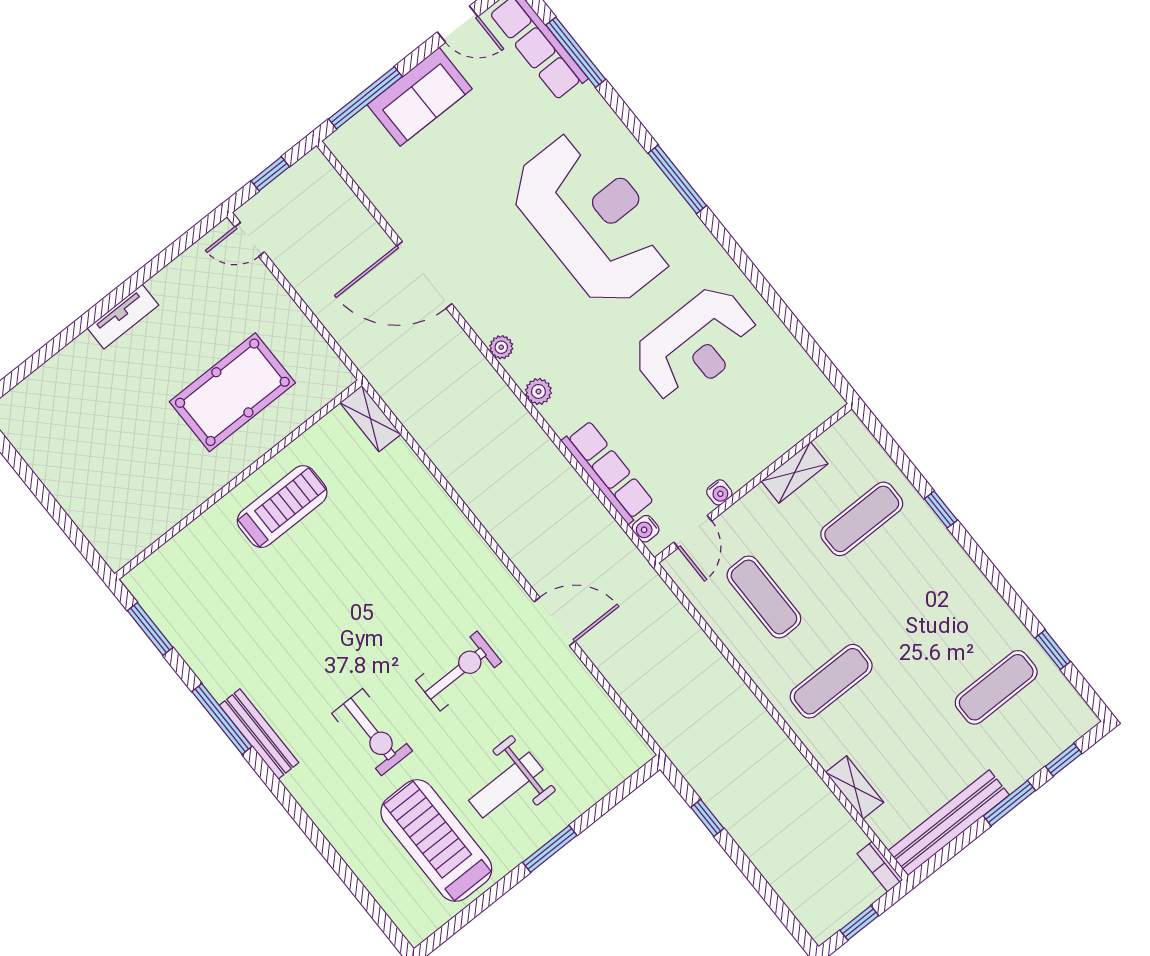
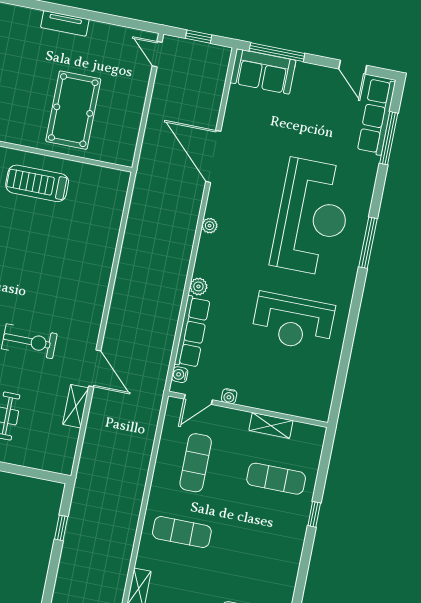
sofa: (420, 97) -> (263, 71), moved
plant: (538, 391) -> (198, 286), moved
pool table: (232, 392) -> (73, 110), turned 90
shelving: (370, 419) -> (76, 406), moved
treadmill: (282, 507) -> (37, 183), turned 180

